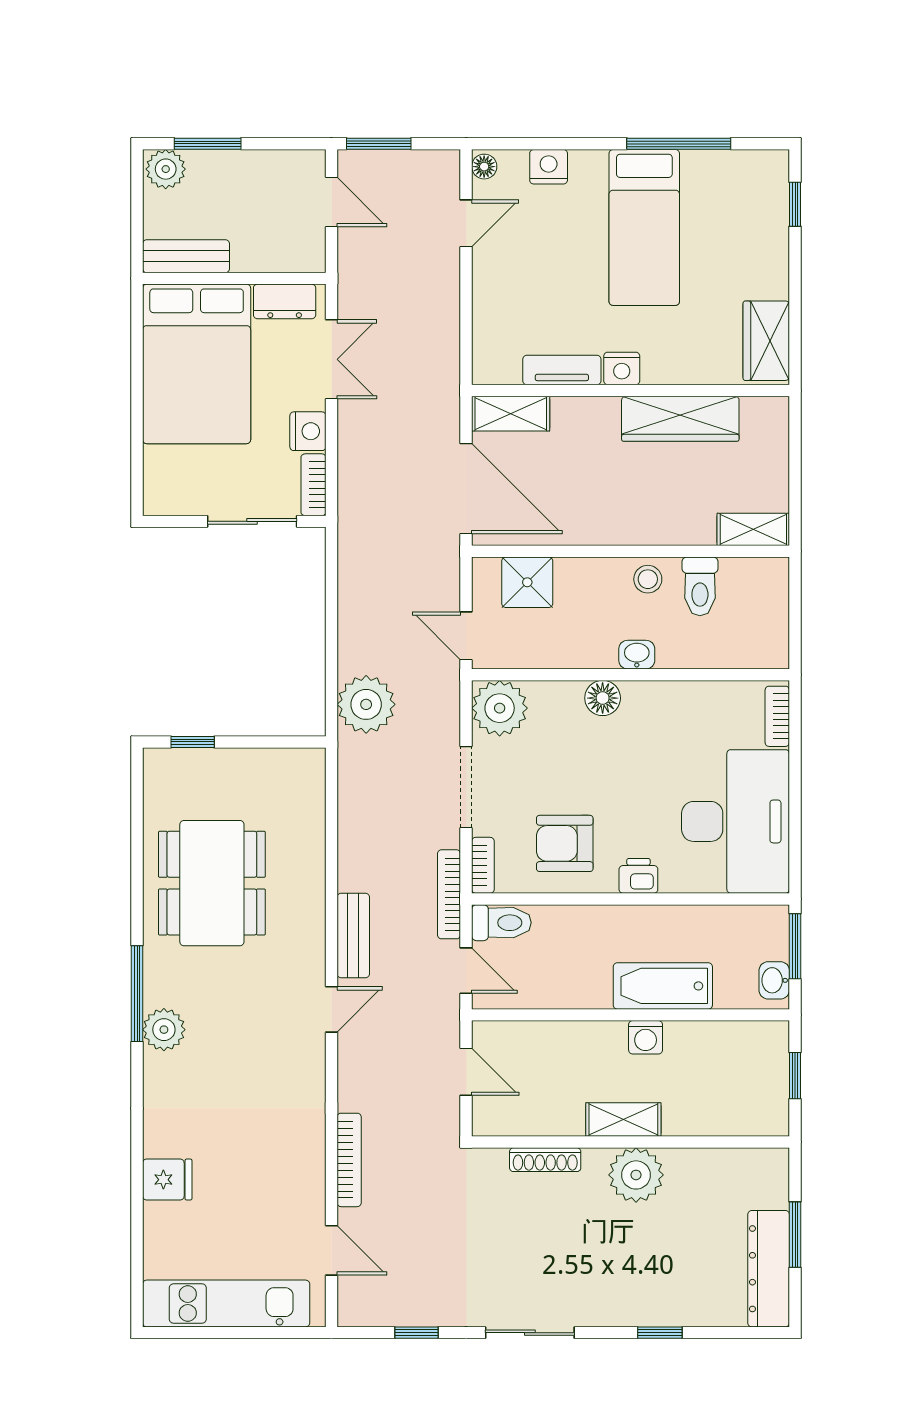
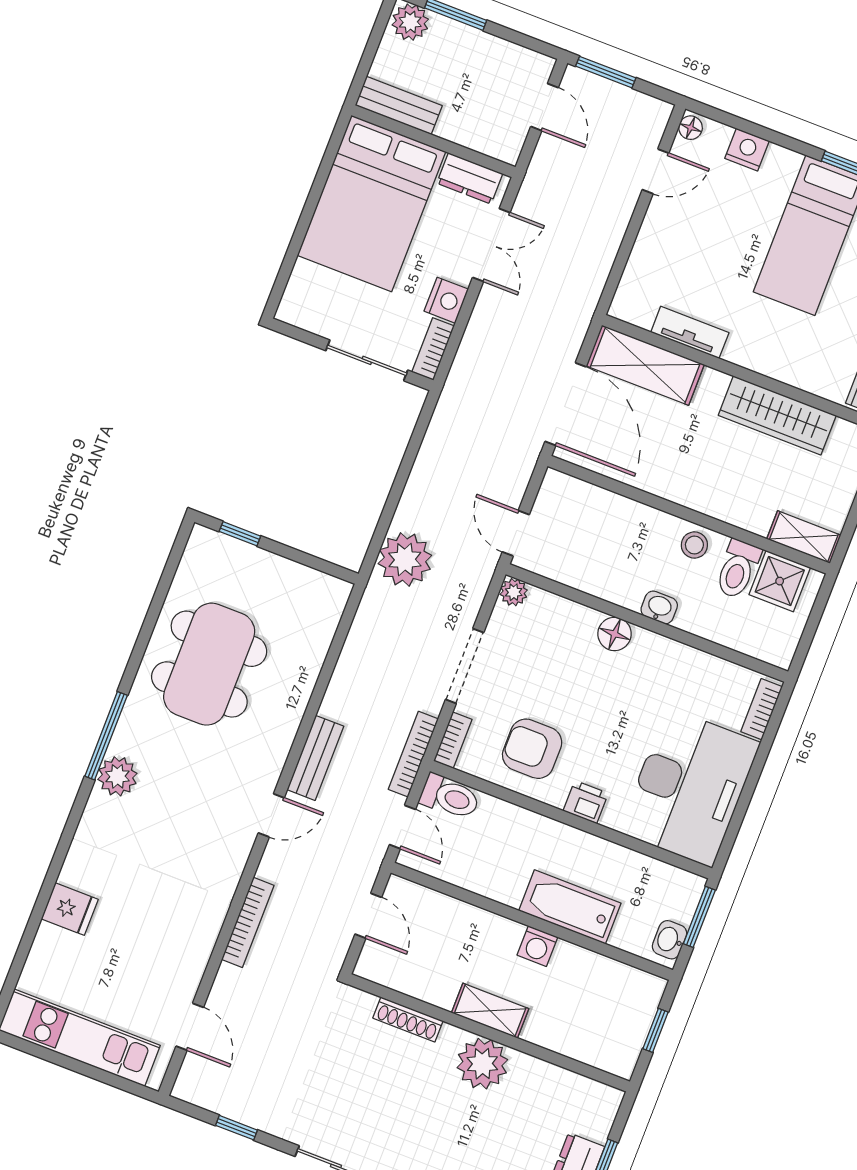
nightstand: (622, 368) -> (743, 351), removed
shelving: (511, 414) -> (645, 365), width x1.50, depth x1.33
shower: (527, 582) -> (780, 581), moved
plant: (500, 708) -> (514, 592), width x0.53, depth x0.53
bookcase: (349, 1160) -> (248, 922), moved

